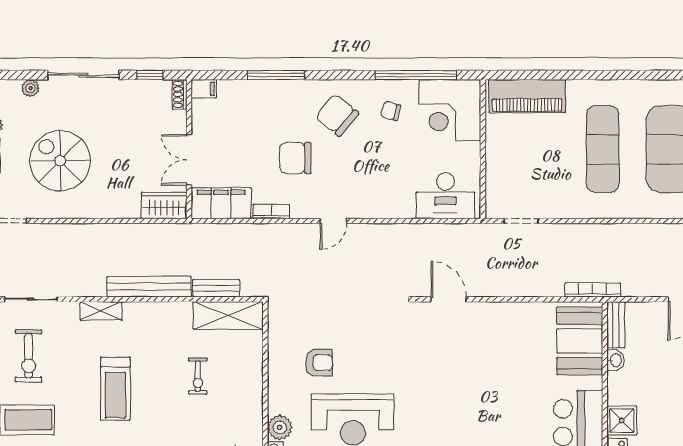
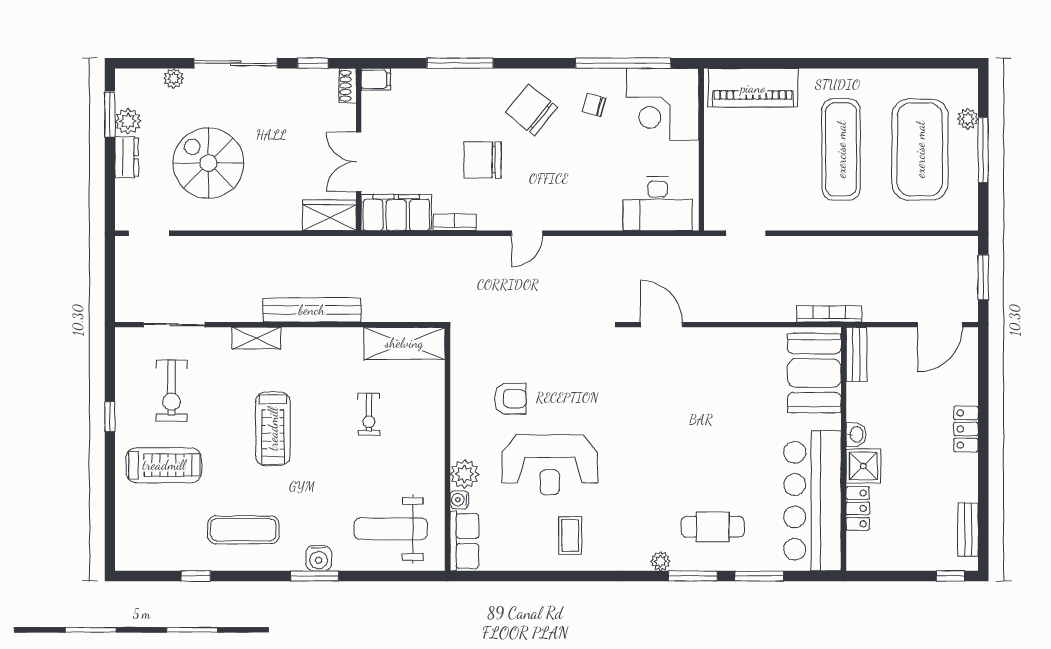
bench: (216, 288) -> (390, 312), removed
washbasin: (615, 360) -> (856, 434), moved

